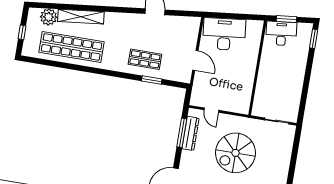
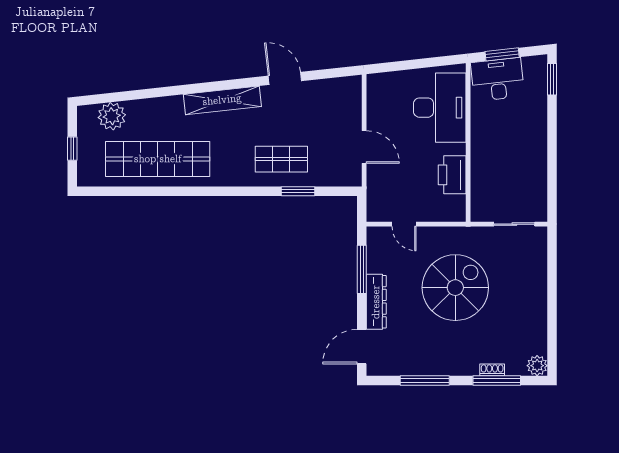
shelving: (81, 17) -> (222, 100), moved
desk: (224, 34) -> (440, 108), moved, turned 96
printer: (245, 86) -> (452, 175), added
dresser: (190, 133) -> (376, 302), moved
spiral stairs: (235, 153) -> (455, 288), turned 180

